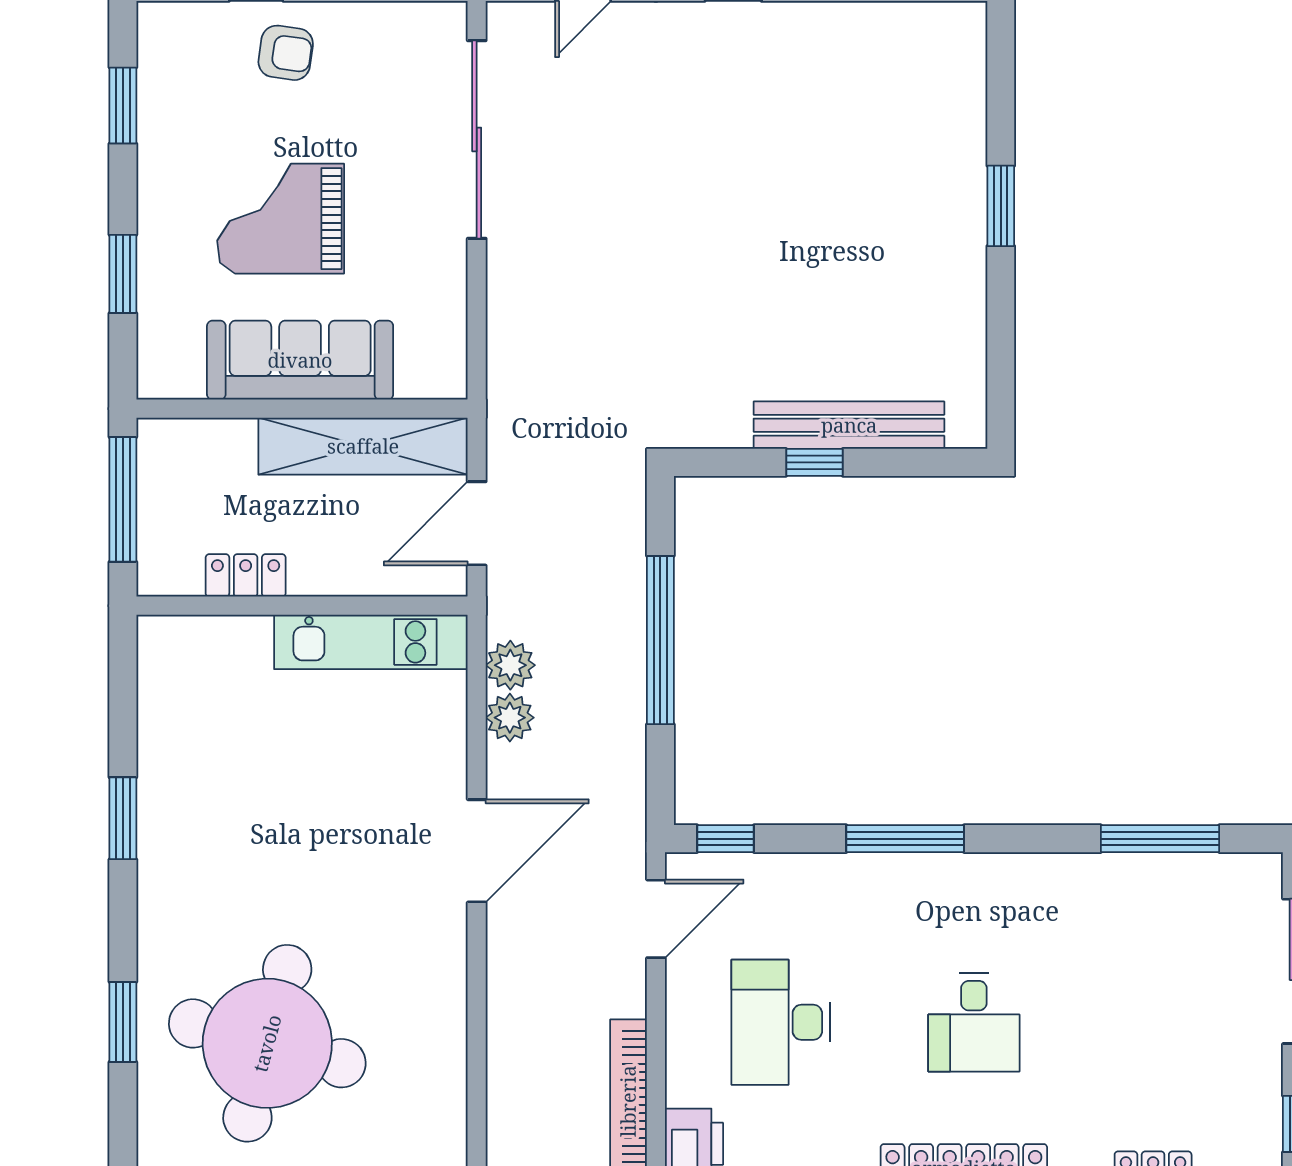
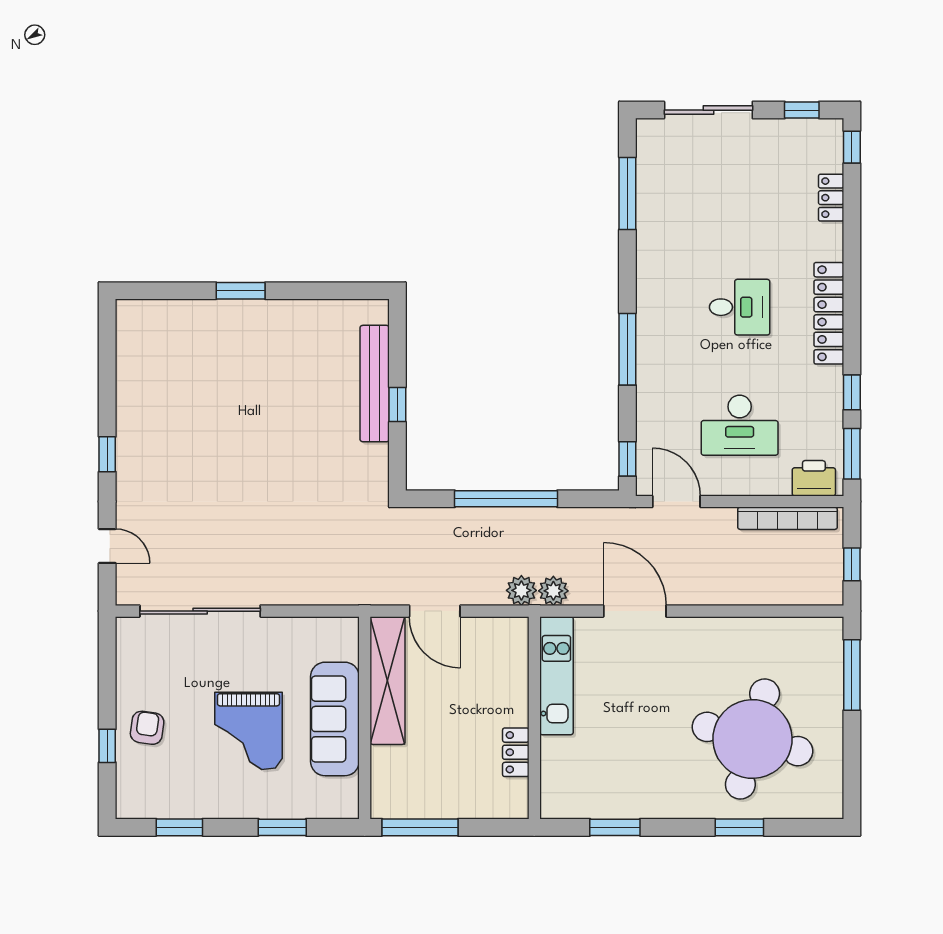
locker: (246, 575) -> (516, 752), moved
wall: (302, 606) -> (534, 718), moved
kitchen unit: (371, 642) -> (556, 676), moved

